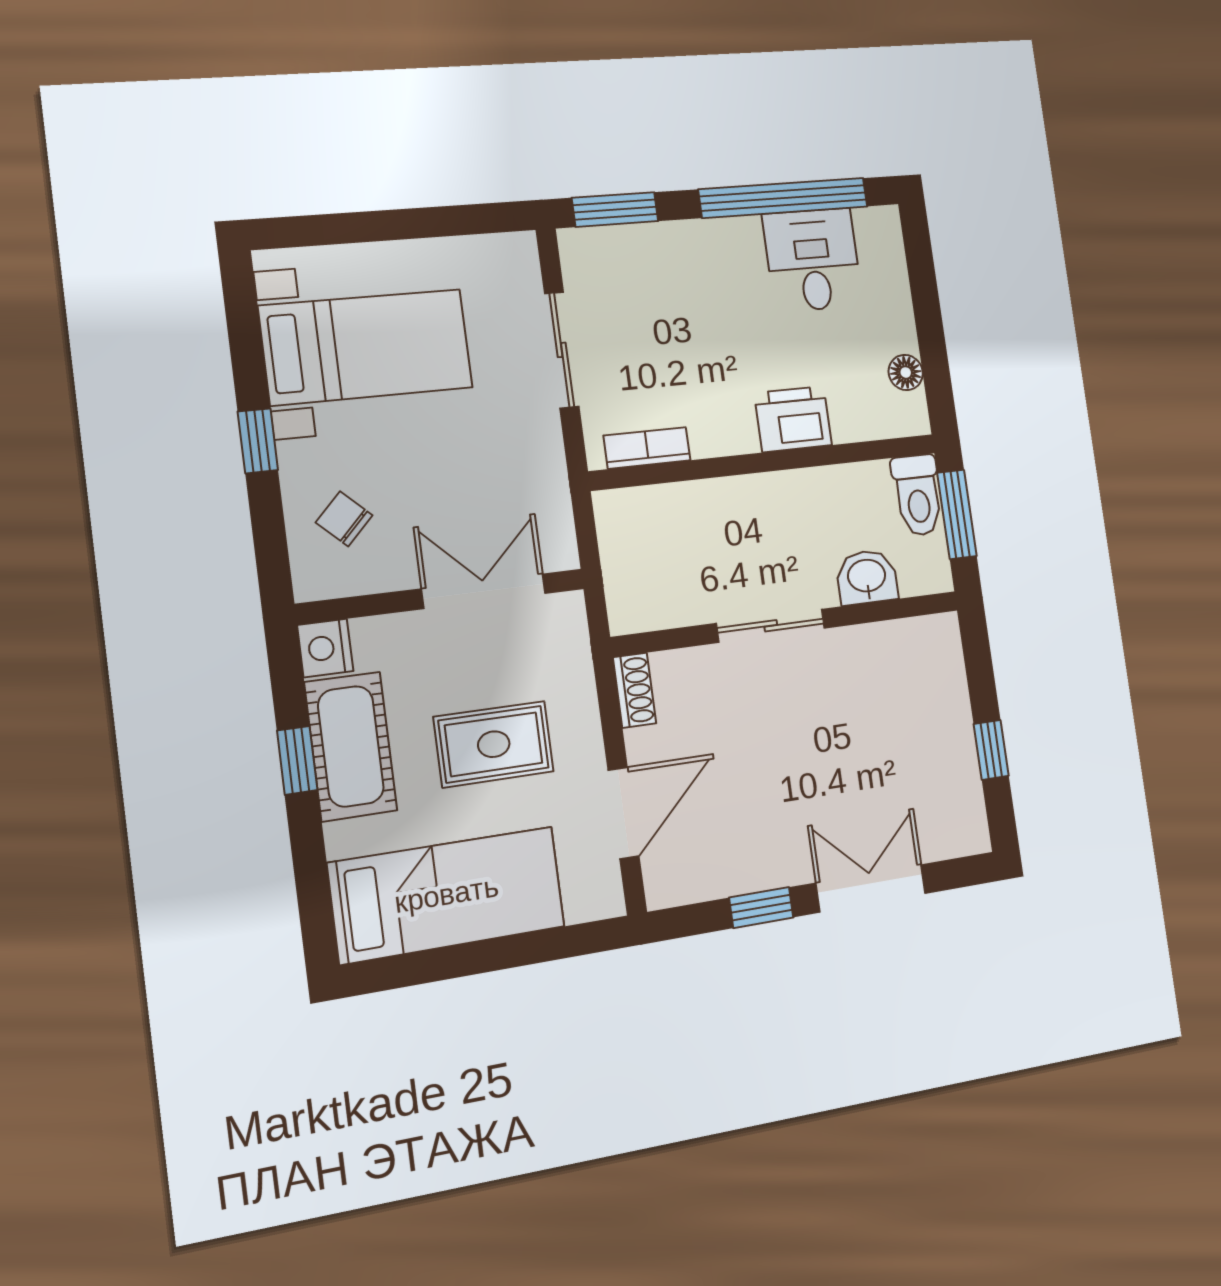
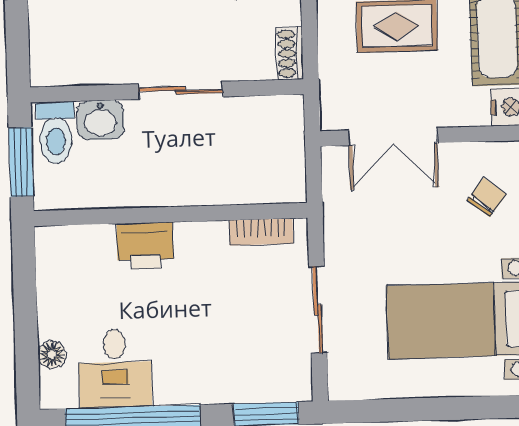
floor lamp: (906, 372) -> (52, 355), moved
toilet: (918, 495) -> (56, 133), moved, turned 180
chair: (344, 519) -> (487, 197), turned -96

